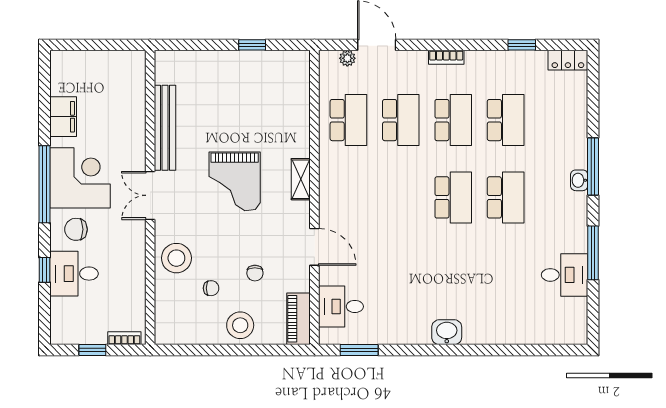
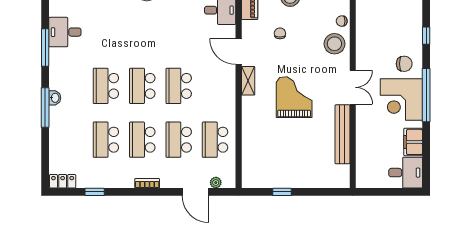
shelving: (301, 179) -> (248, 81), moved
school desk: (401, 197) -> (179, 86), added
desk: (74, 274) -> (406, 173), moved
chair: (211, 288) -> (342, 21), moved

